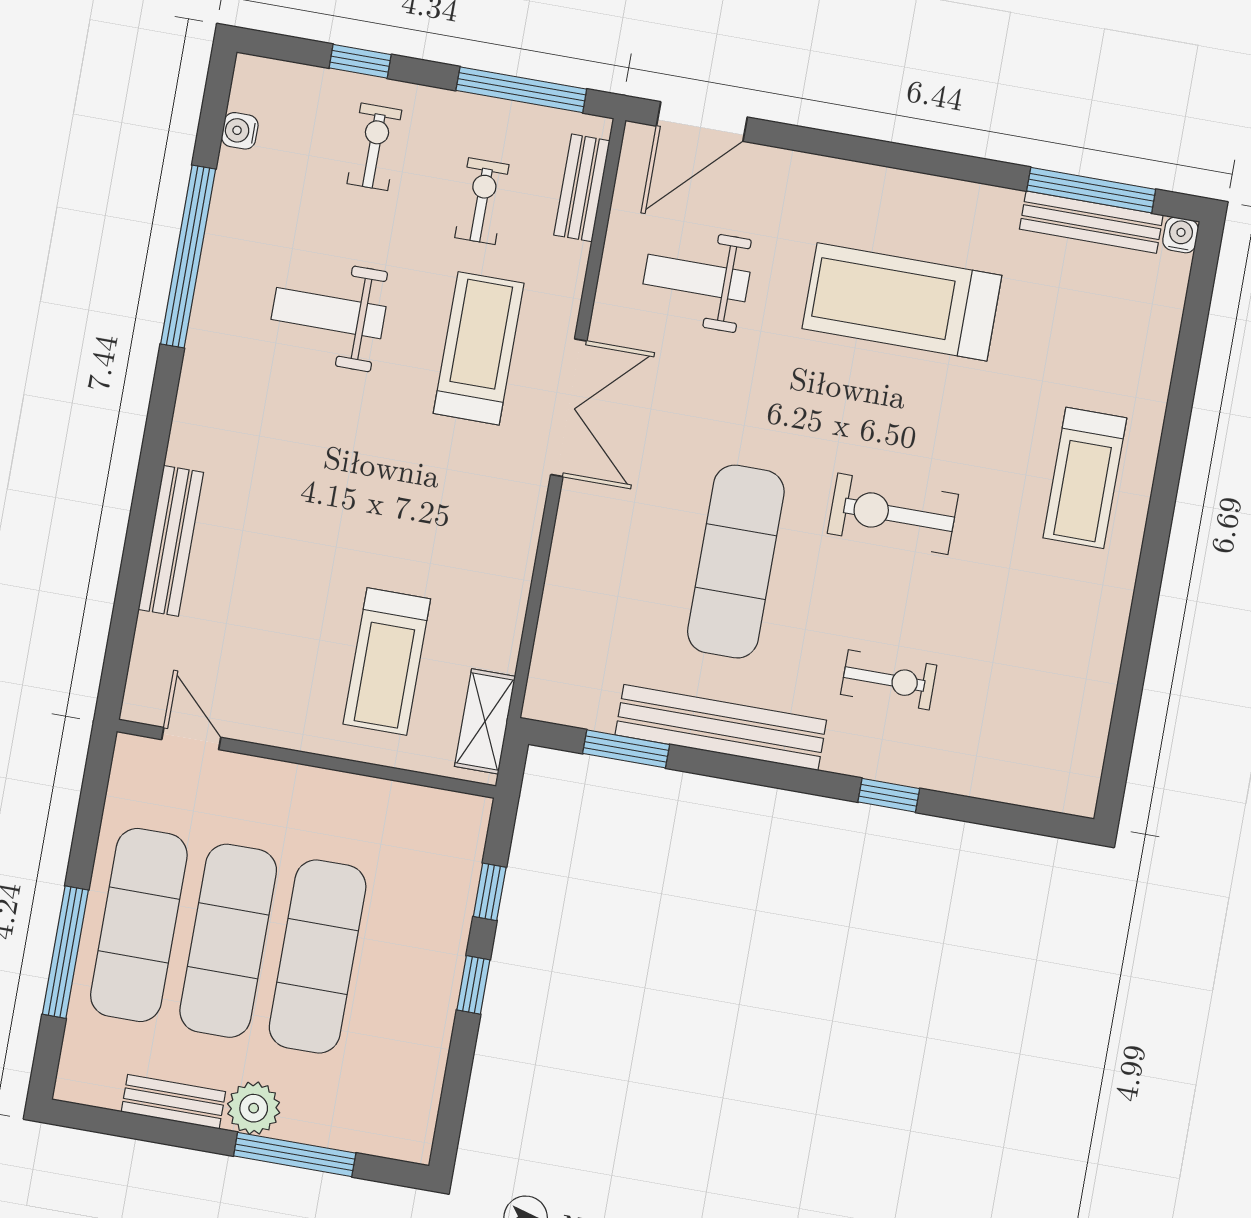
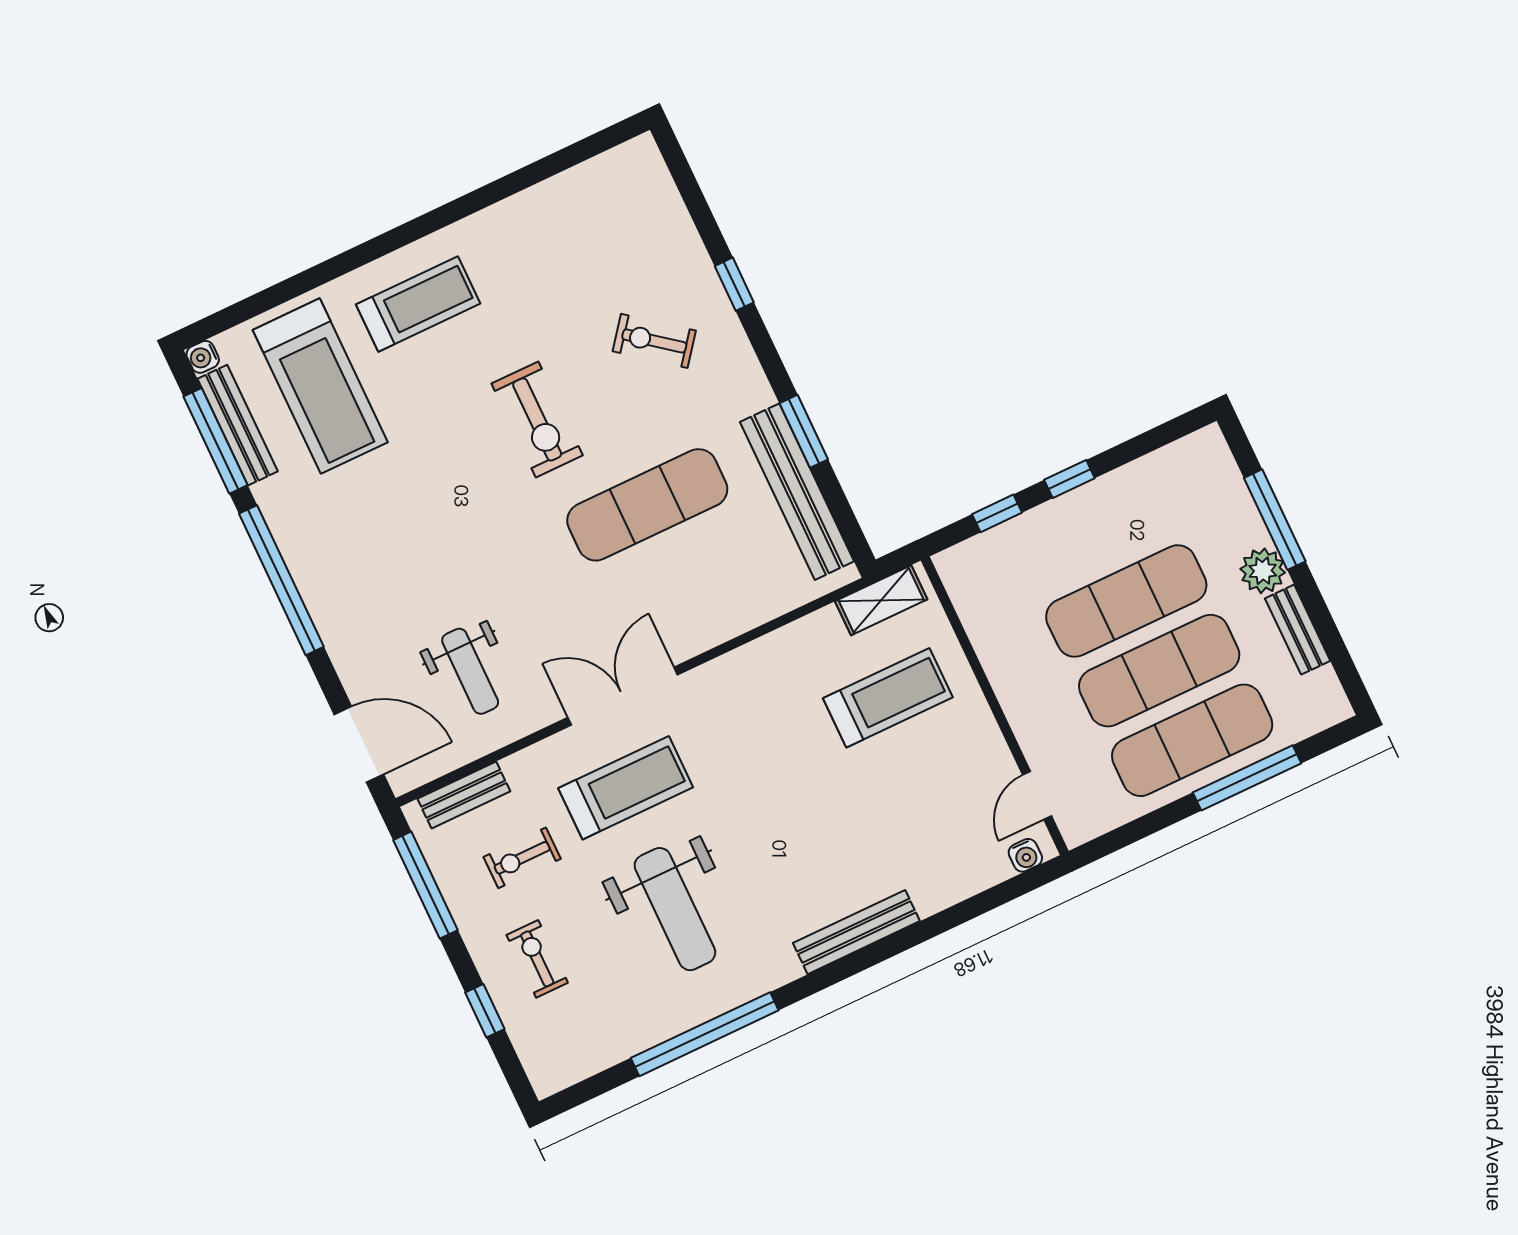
water cooler: (240, 131) -> (1025, 855), moved
exercise bike: (374, 147) -> (537, 959), turned 90
window: (912, 159) -> (281, 580), added
treadmill: (902, 302) -> (320, 386), moved
weight bench: (329, 313) -> (675, 909), width x1.36, depth x1.33
treadmill: (479, 348) -> (626, 788), turned 180
bench: (171, 541) -> (856, 932), moved
exercise bike: (889, 680) -> (654, 341), turned -52
bench: (721, 728) -> (797, 492), moved
window: (626, 749) -> (804, 431), moved

